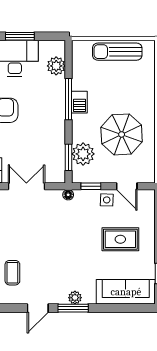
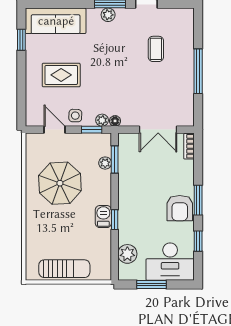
window: (20, 36) -> (151, 285), moved
window: (69, 99) -> (115, 220), width x0.46
plant: (83, 154) -> (105, 163), width x0.53, depth x0.53
plant: (81, 195) -> (102, 120), added
coffee table: (12, 273) -> (156, 49), moved

